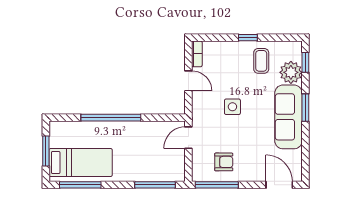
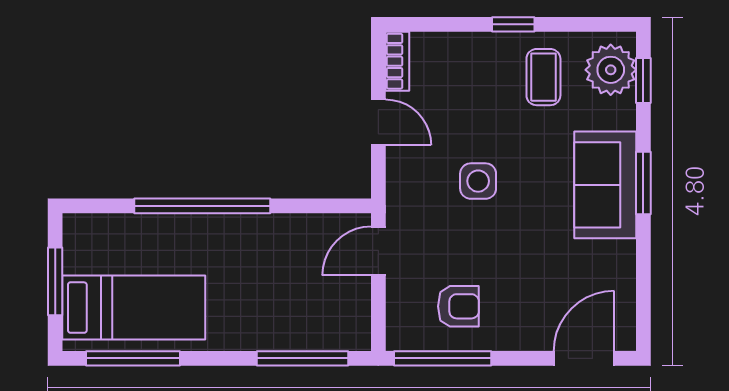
plant: (291, 72) -> (611, 70), moved
sofa: (288, 117) -> (605, 185), width x0.73
door: (279, 185) -> (584, 358), hinge flipped

